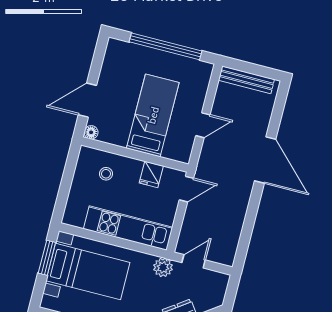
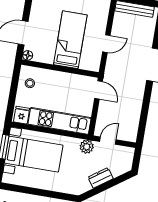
stool: (106, 174) -> (30, 83), moved
fridge: (151, 174) -> (22, 115), moved, turned 180
door: (186, 189) -> (99, 90), hinge flipped

